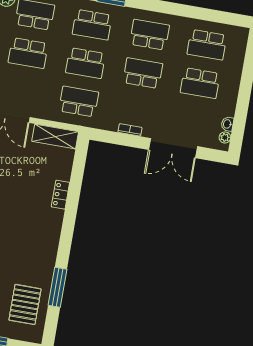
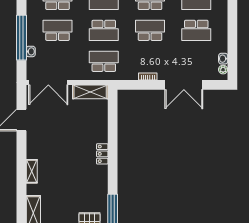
school desk: (28, 53) -> (58, 30), turned 180
locker: (60, 195) -> (102, 154), moved

